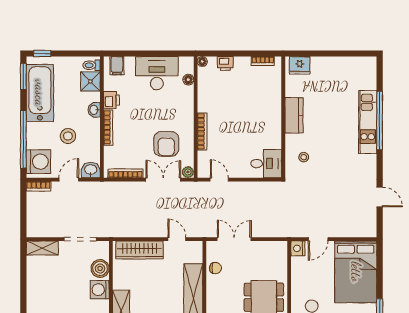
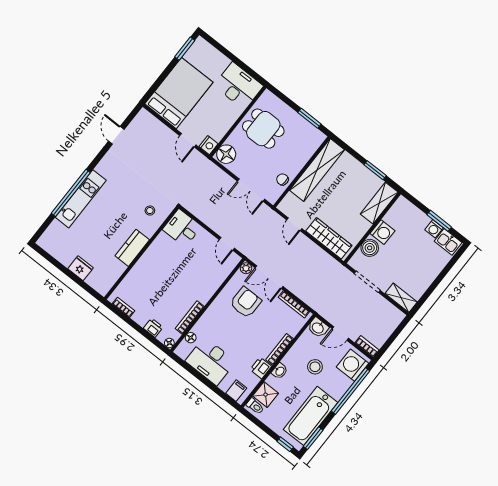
fridge: (300, 65) -> (81, 268), moved
bookcase: (202, 131) -> (190, 317), moved
door: (318, 239) -> (188, 140), swing flipped
floor lamp: (278, 252) -> (226, 154), added

